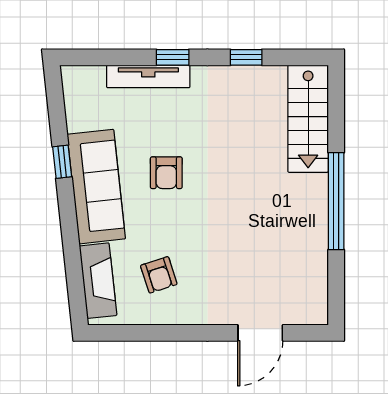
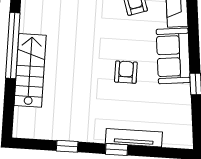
stairs: (308, 119) -> (30, 70), moved
sofa: (96, 187) -> (173, 56), width x0.73

